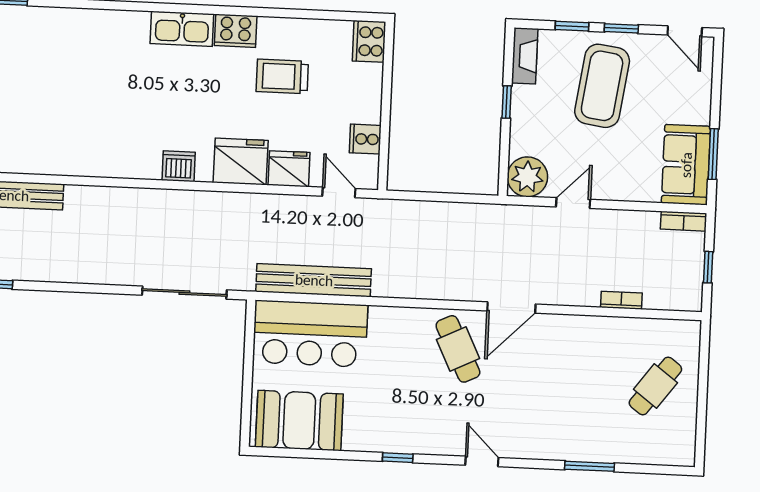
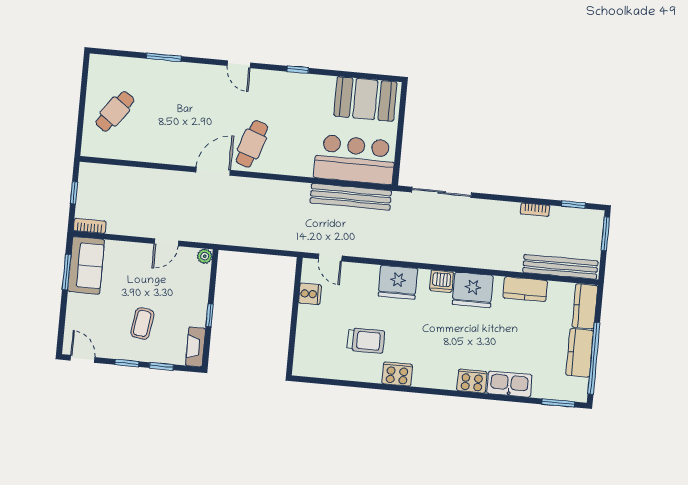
kitchen sink: (182, 29) -> (509, 384), moved
cooker: (369, 41) -> (472, 381), moved, turned -90
coffee table: (602, 86) -> (142, 323), width x0.54, depth x0.58
kitchen counter: (59, 160) -> (525, 289), added
fridge: (289, 169) -> (473, 290), moved, width x1.36, depth x1.34
plant: (527, 177) -> (205, 256), width x0.53, depth x0.53
bookcase: (621, 300) -> (535, 210), moved
cafe table: (458, 349) -> (252, 144), turned 45

